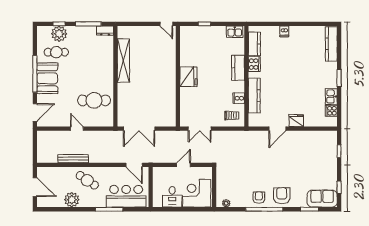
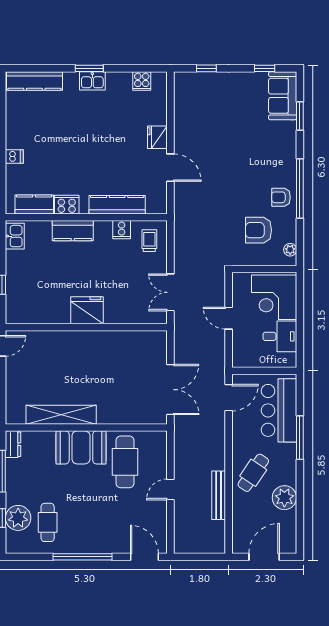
booth: (47, 78) -> (81, 447), moved
kitchen sink: (331, 97) -> (92, 81), moved
double door: (200, 129) -> (170, 292), swing flipped
armchair: (282, 196) -> (258, 230), moved

